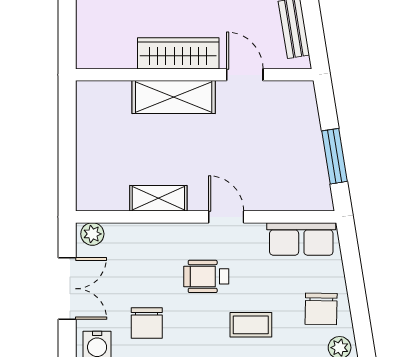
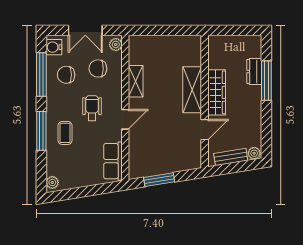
chair: (321, 309) -> (98, 68), moved

